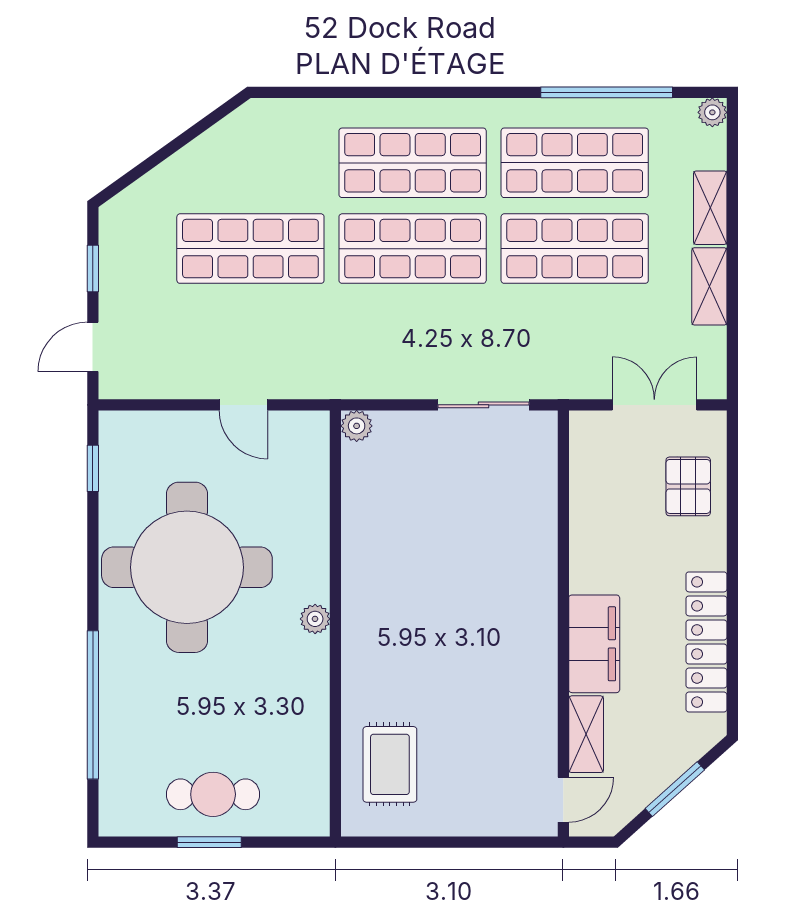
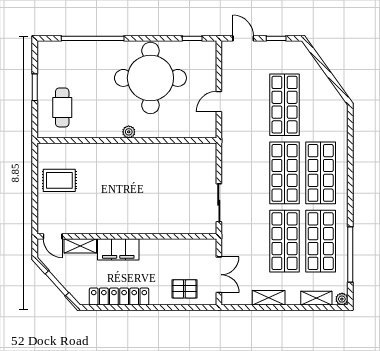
shelving: (710, 208) -> (316, 298), moved
plant: (357, 426) -> (210, 149), removed
rug: (390, 764) -> (59, 180), moved
cafe table: (213, 794) -> (62, 107), moved

